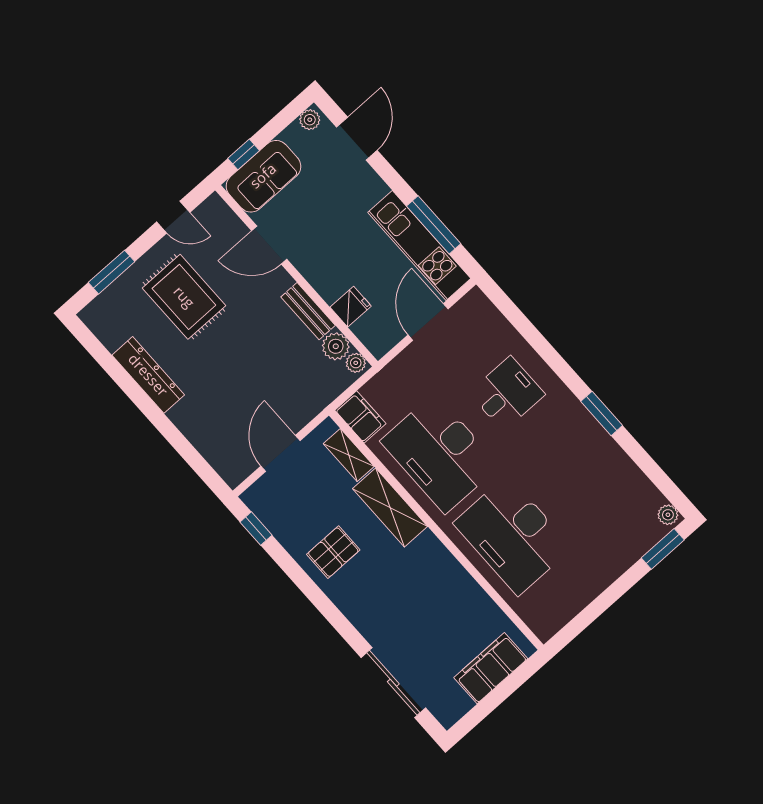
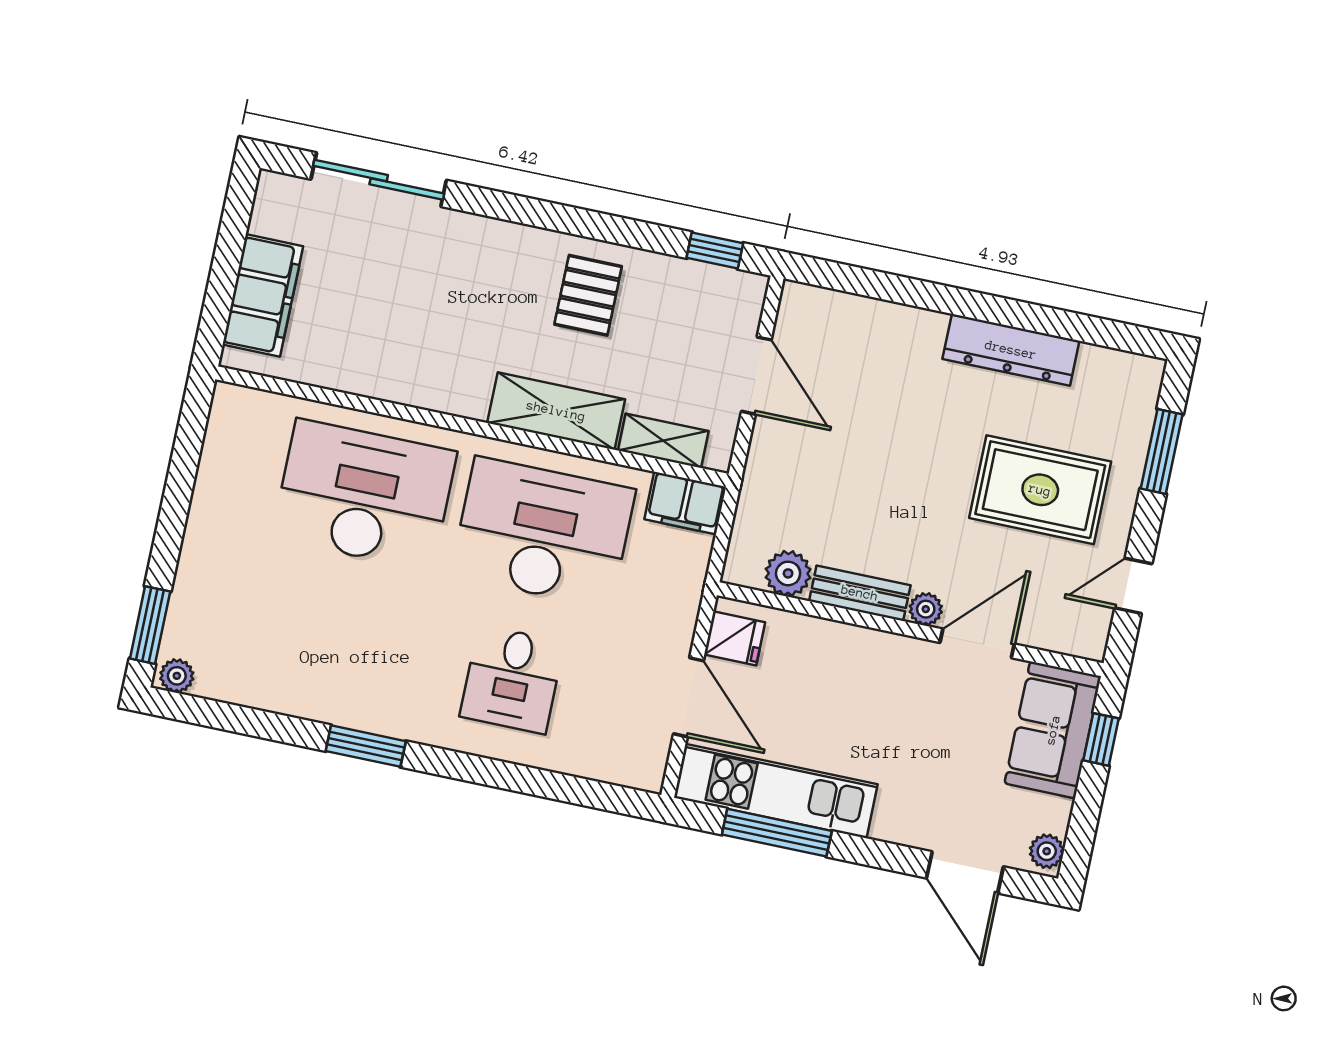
fridge: (351, 307) -> (735, 638), moved, turned -90
plant: (356, 363) -> (926, 609), moved

